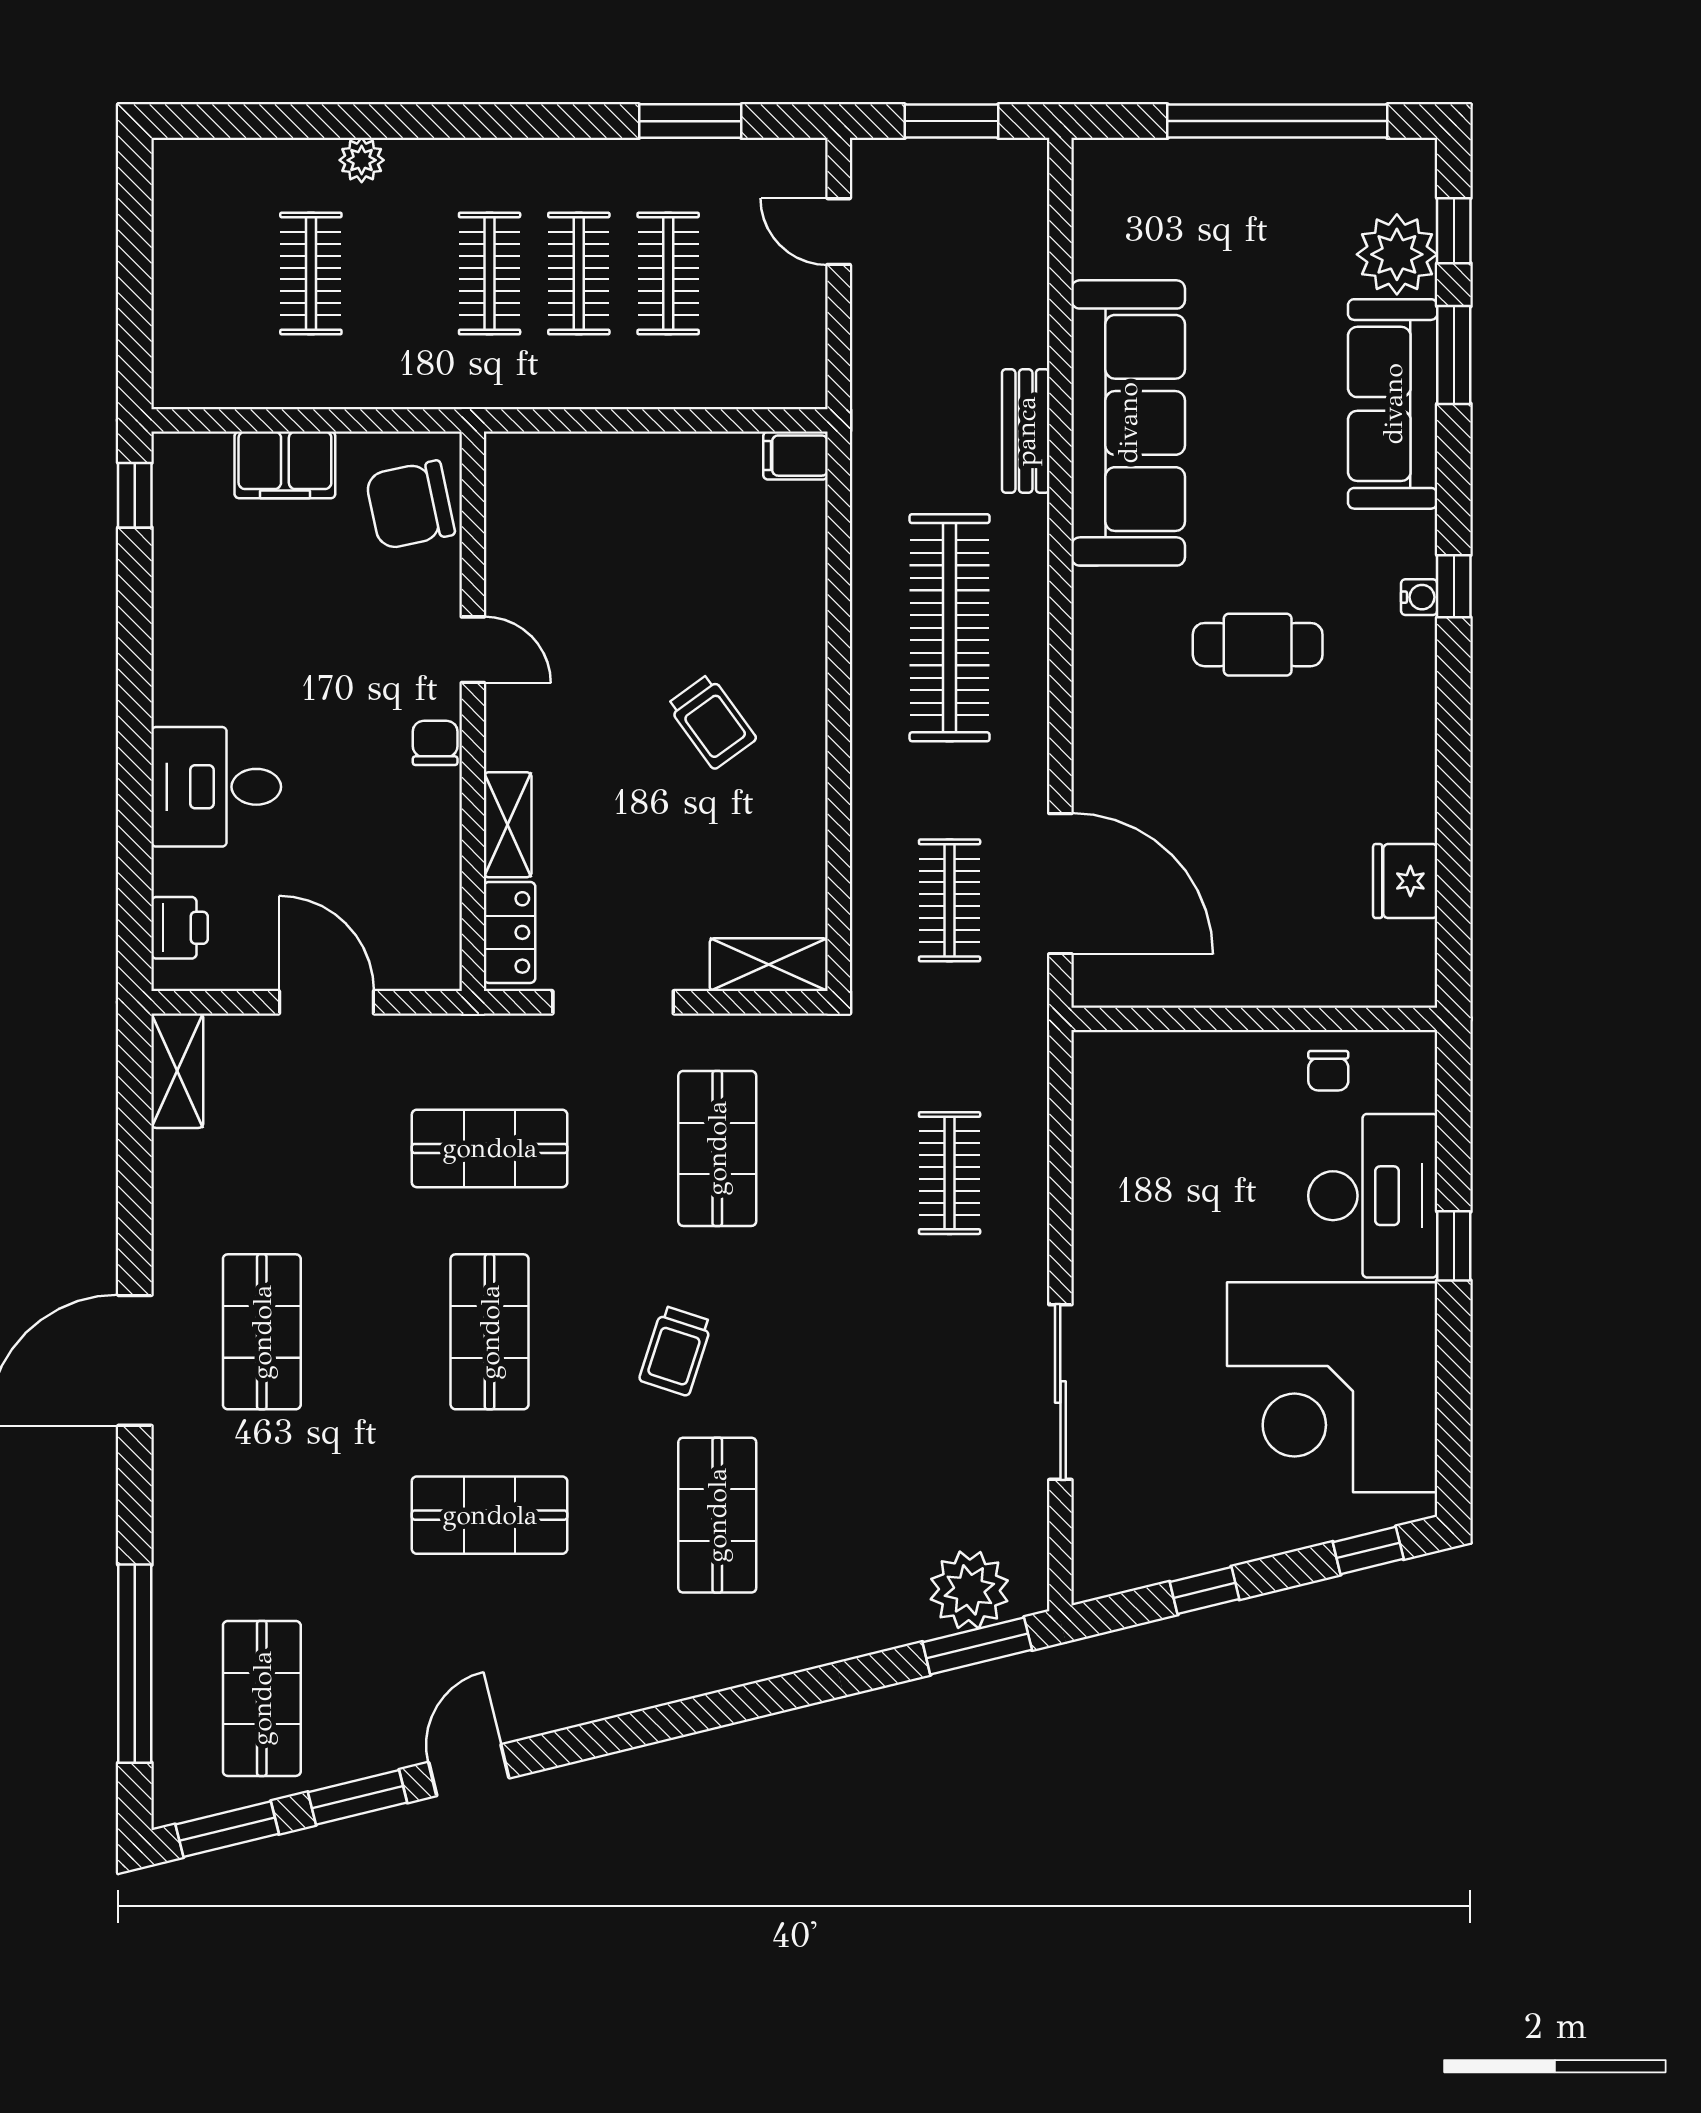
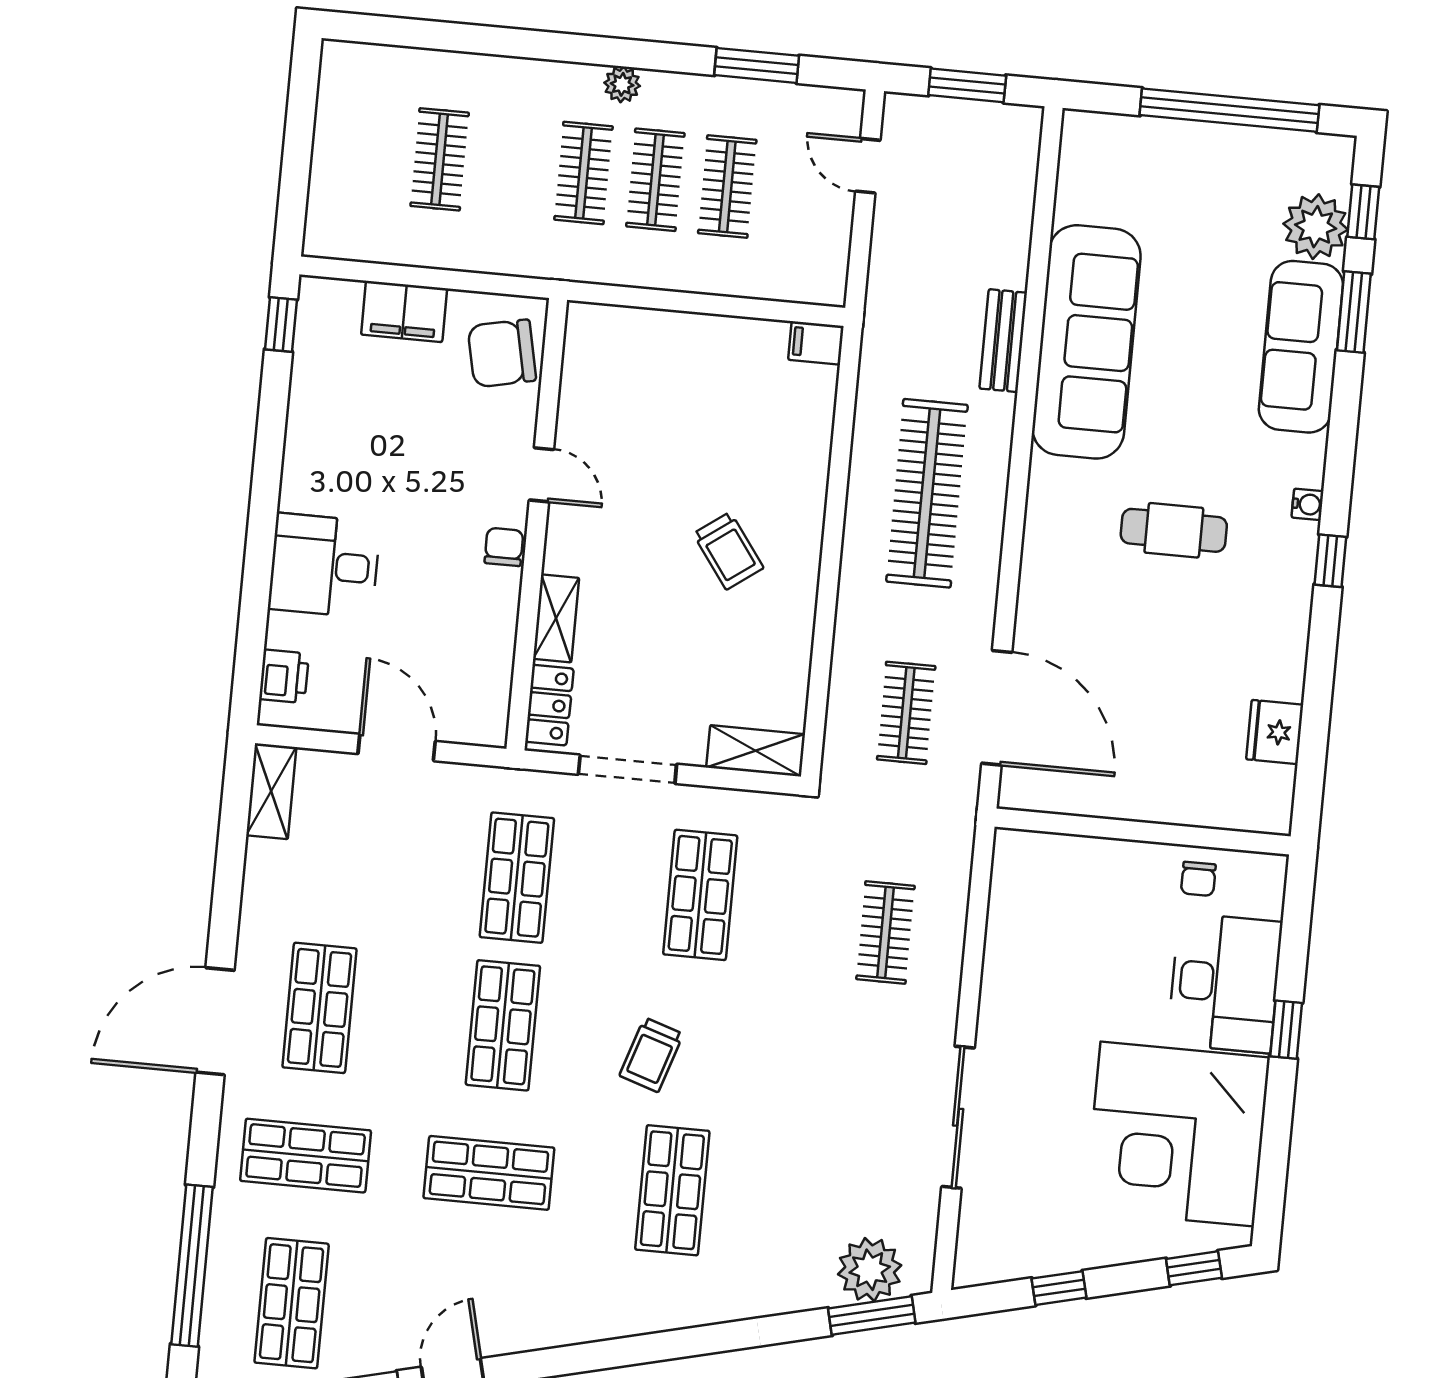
plant: (362, 160) -> (622, 84), moved
window: (1454, 586) -> (1330, 561), moved
shop shelf: (490, 1148) -> (517, 878), turned 90
shop shelf: (262, 1515) -> (306, 1156), added

